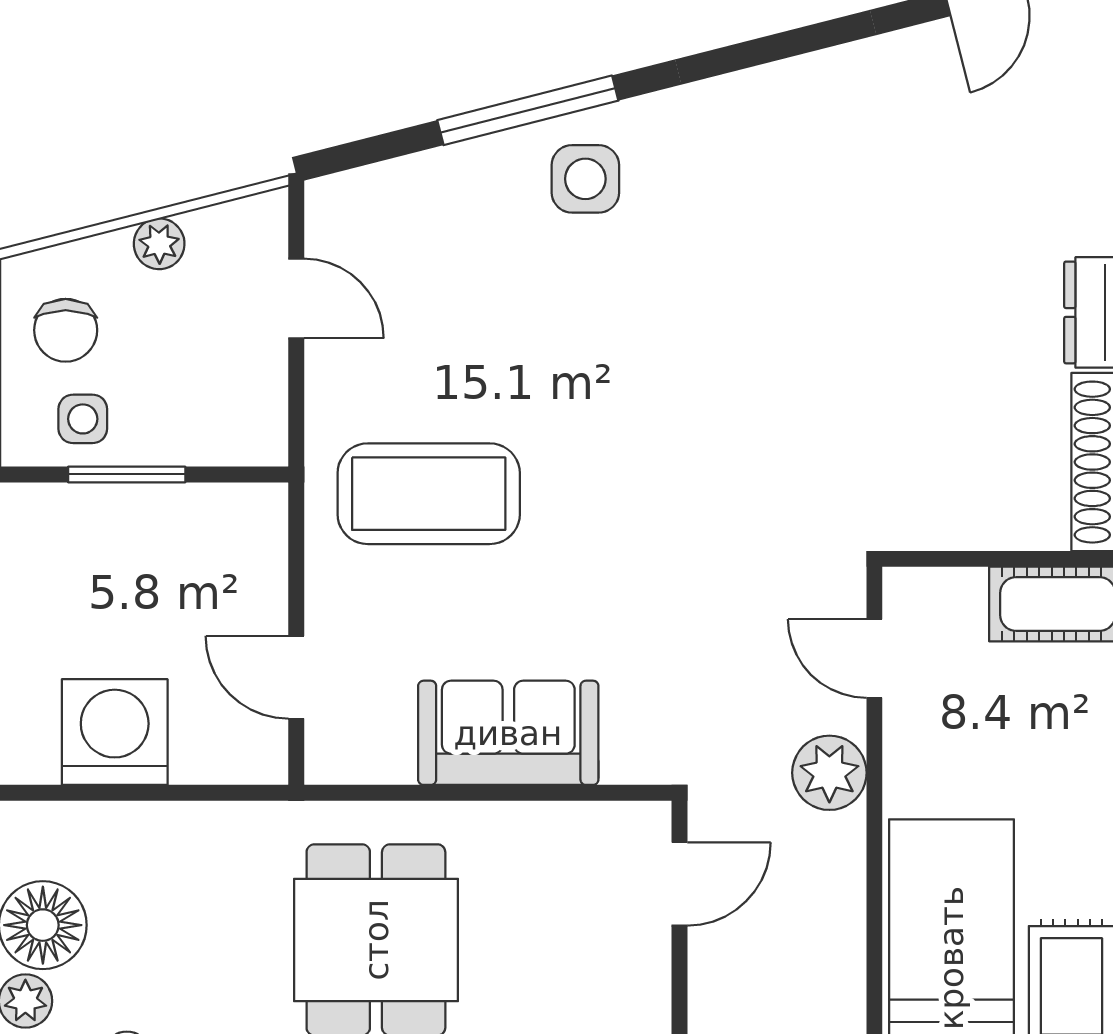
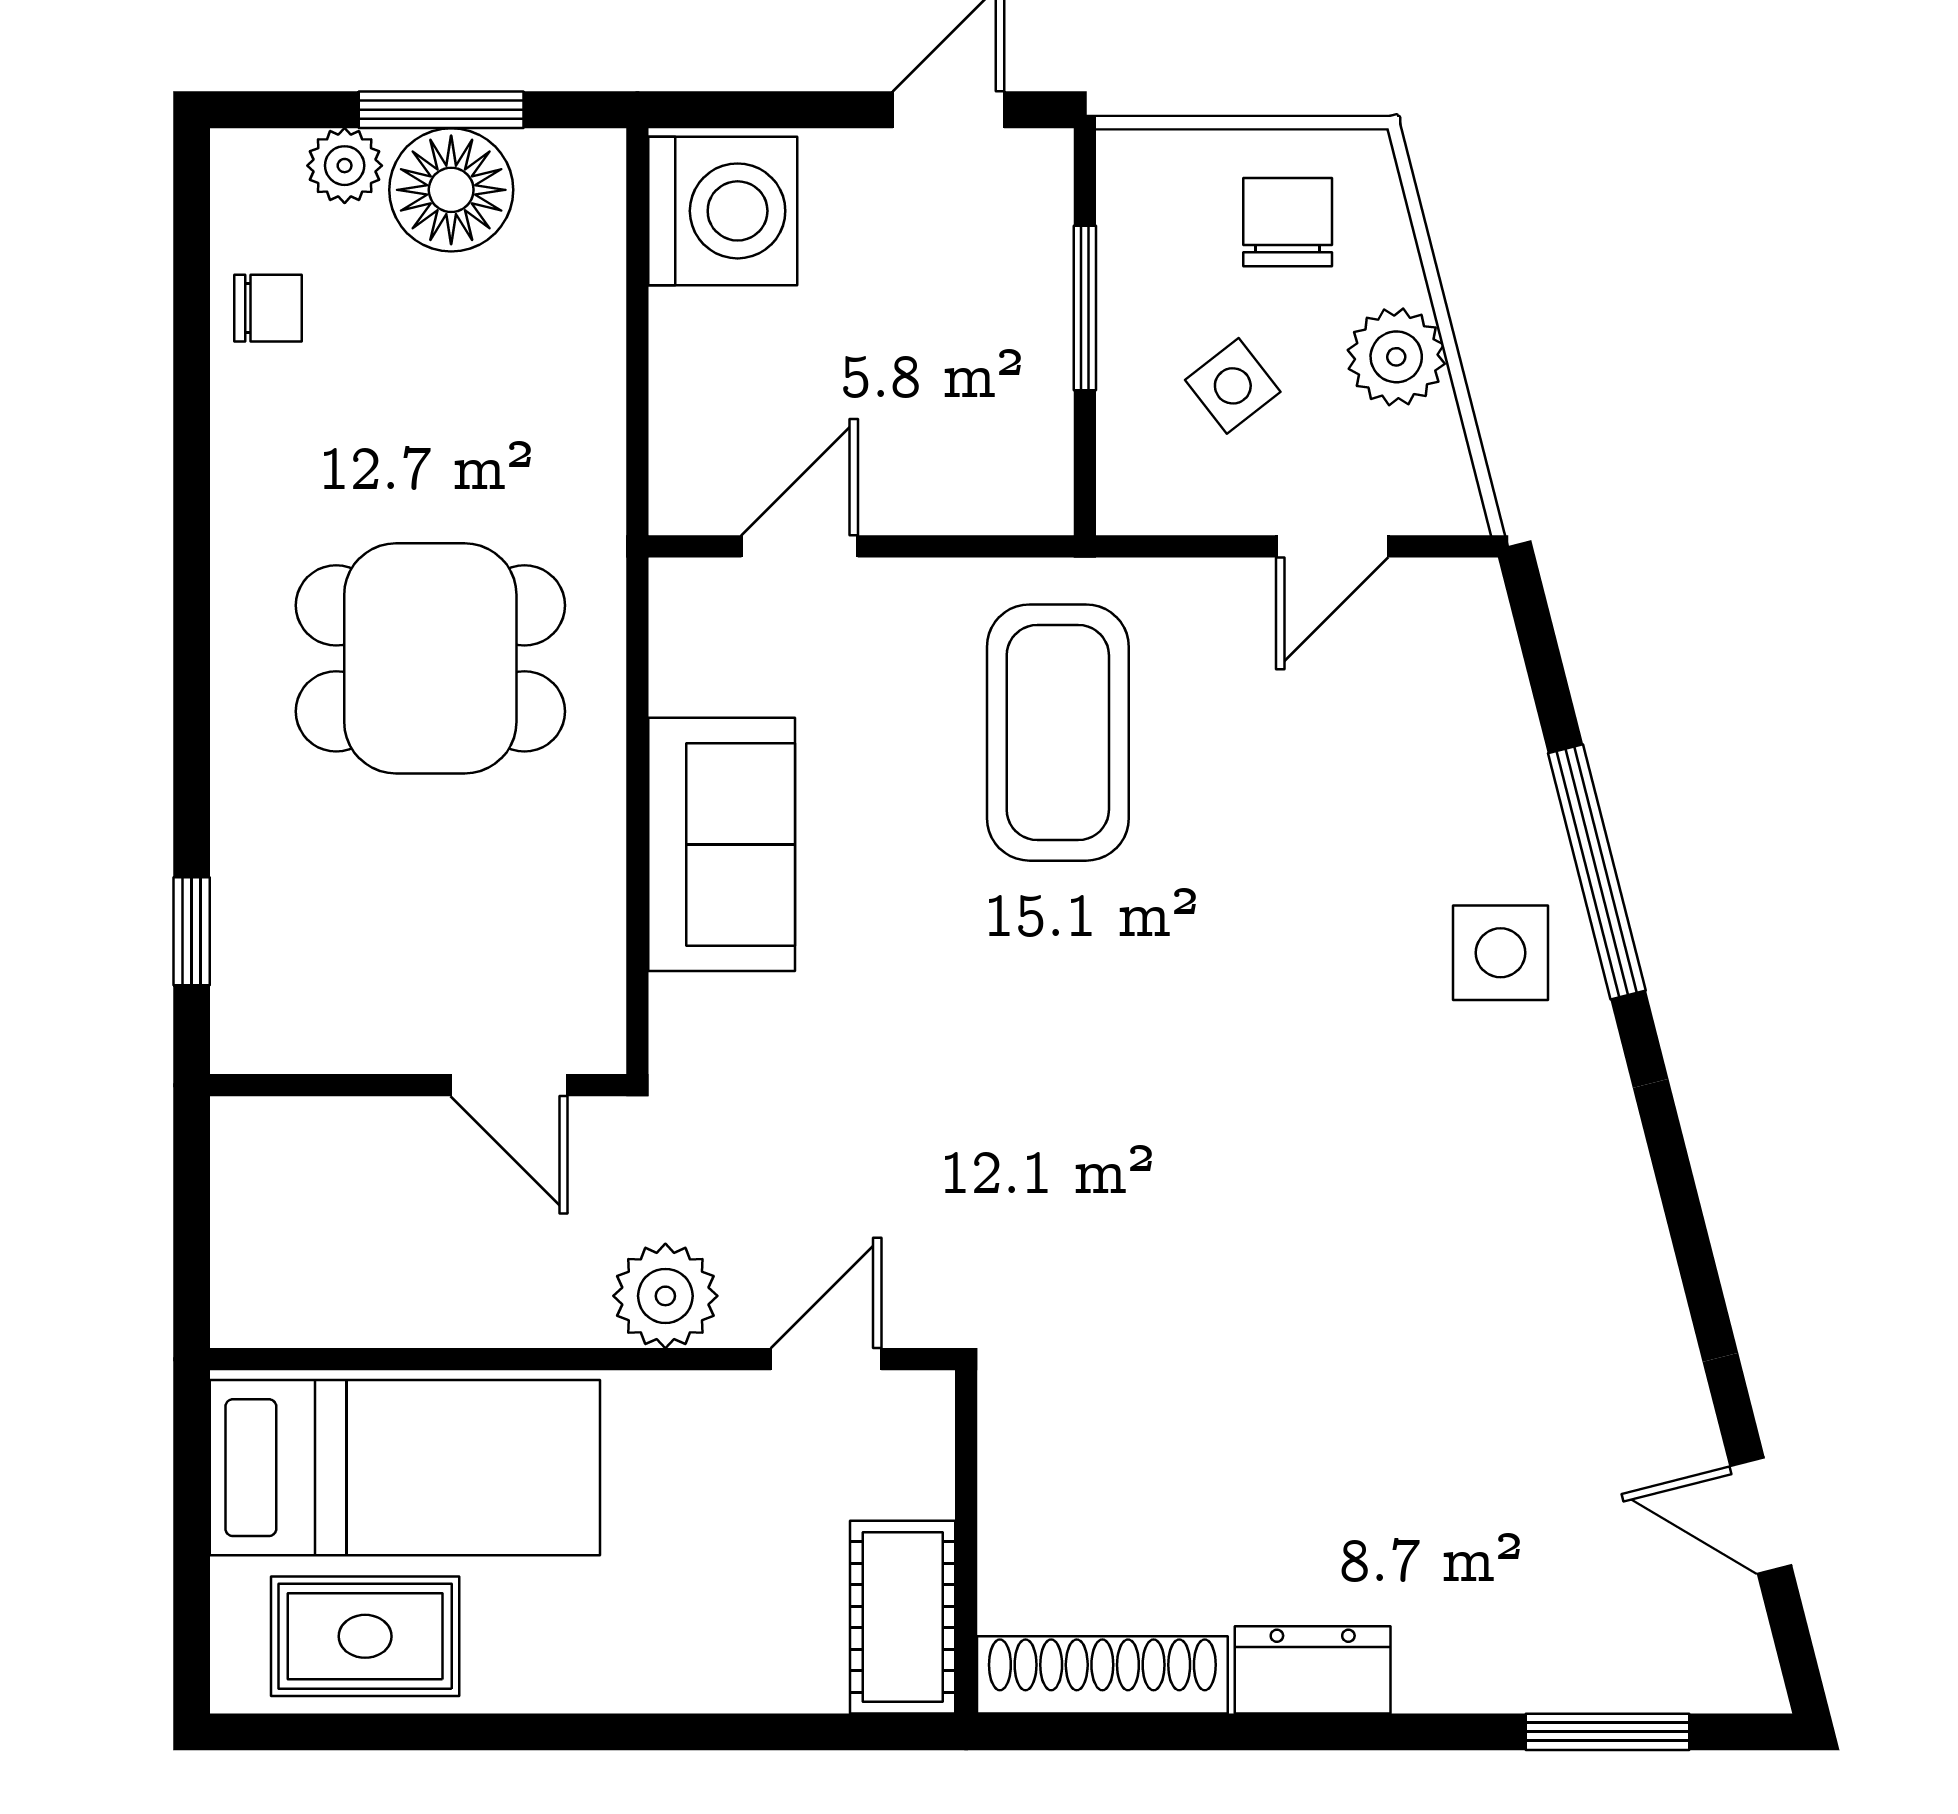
plant: (159, 244) -> (1396, 357), width x1.38, depth x1.38
chair: (66, 330) -> (1288, 222), turned 90
side table: (83, 419) -> (1233, 386), moved, turned -38
washing machine: (115, 732) -> (723, 211), moved

